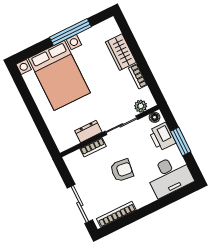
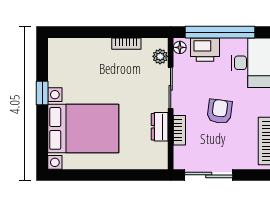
window: (70, 32) -> (42, 93), width x0.46
wardrobe: (121, 52) -> (91, 49), removed
window: (181, 141) -> (220, 32), width x2.11
sliding door: (80, 204) -> (209, 175), moved

